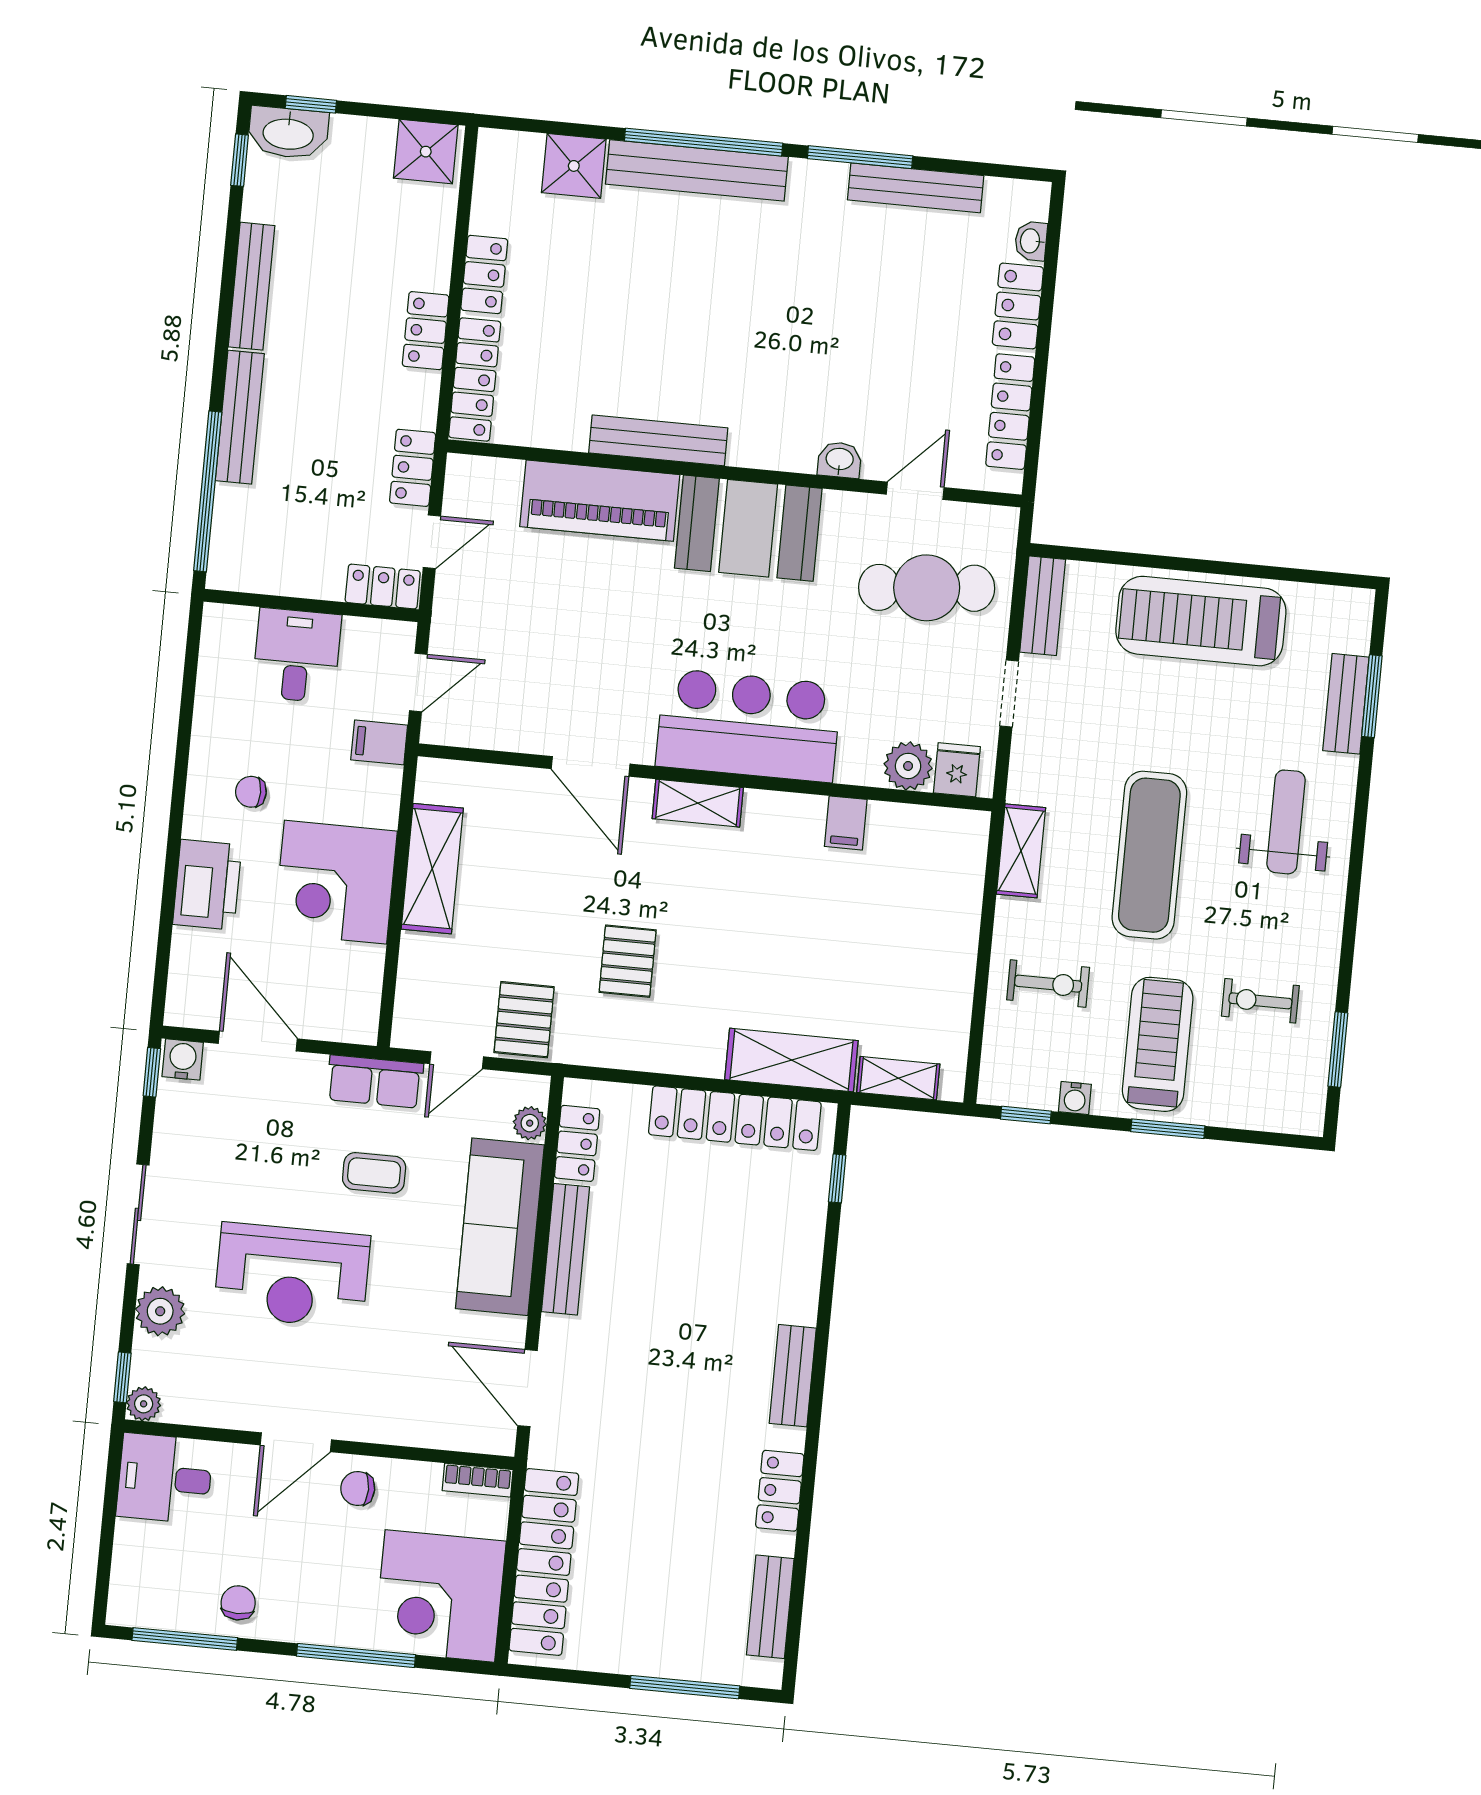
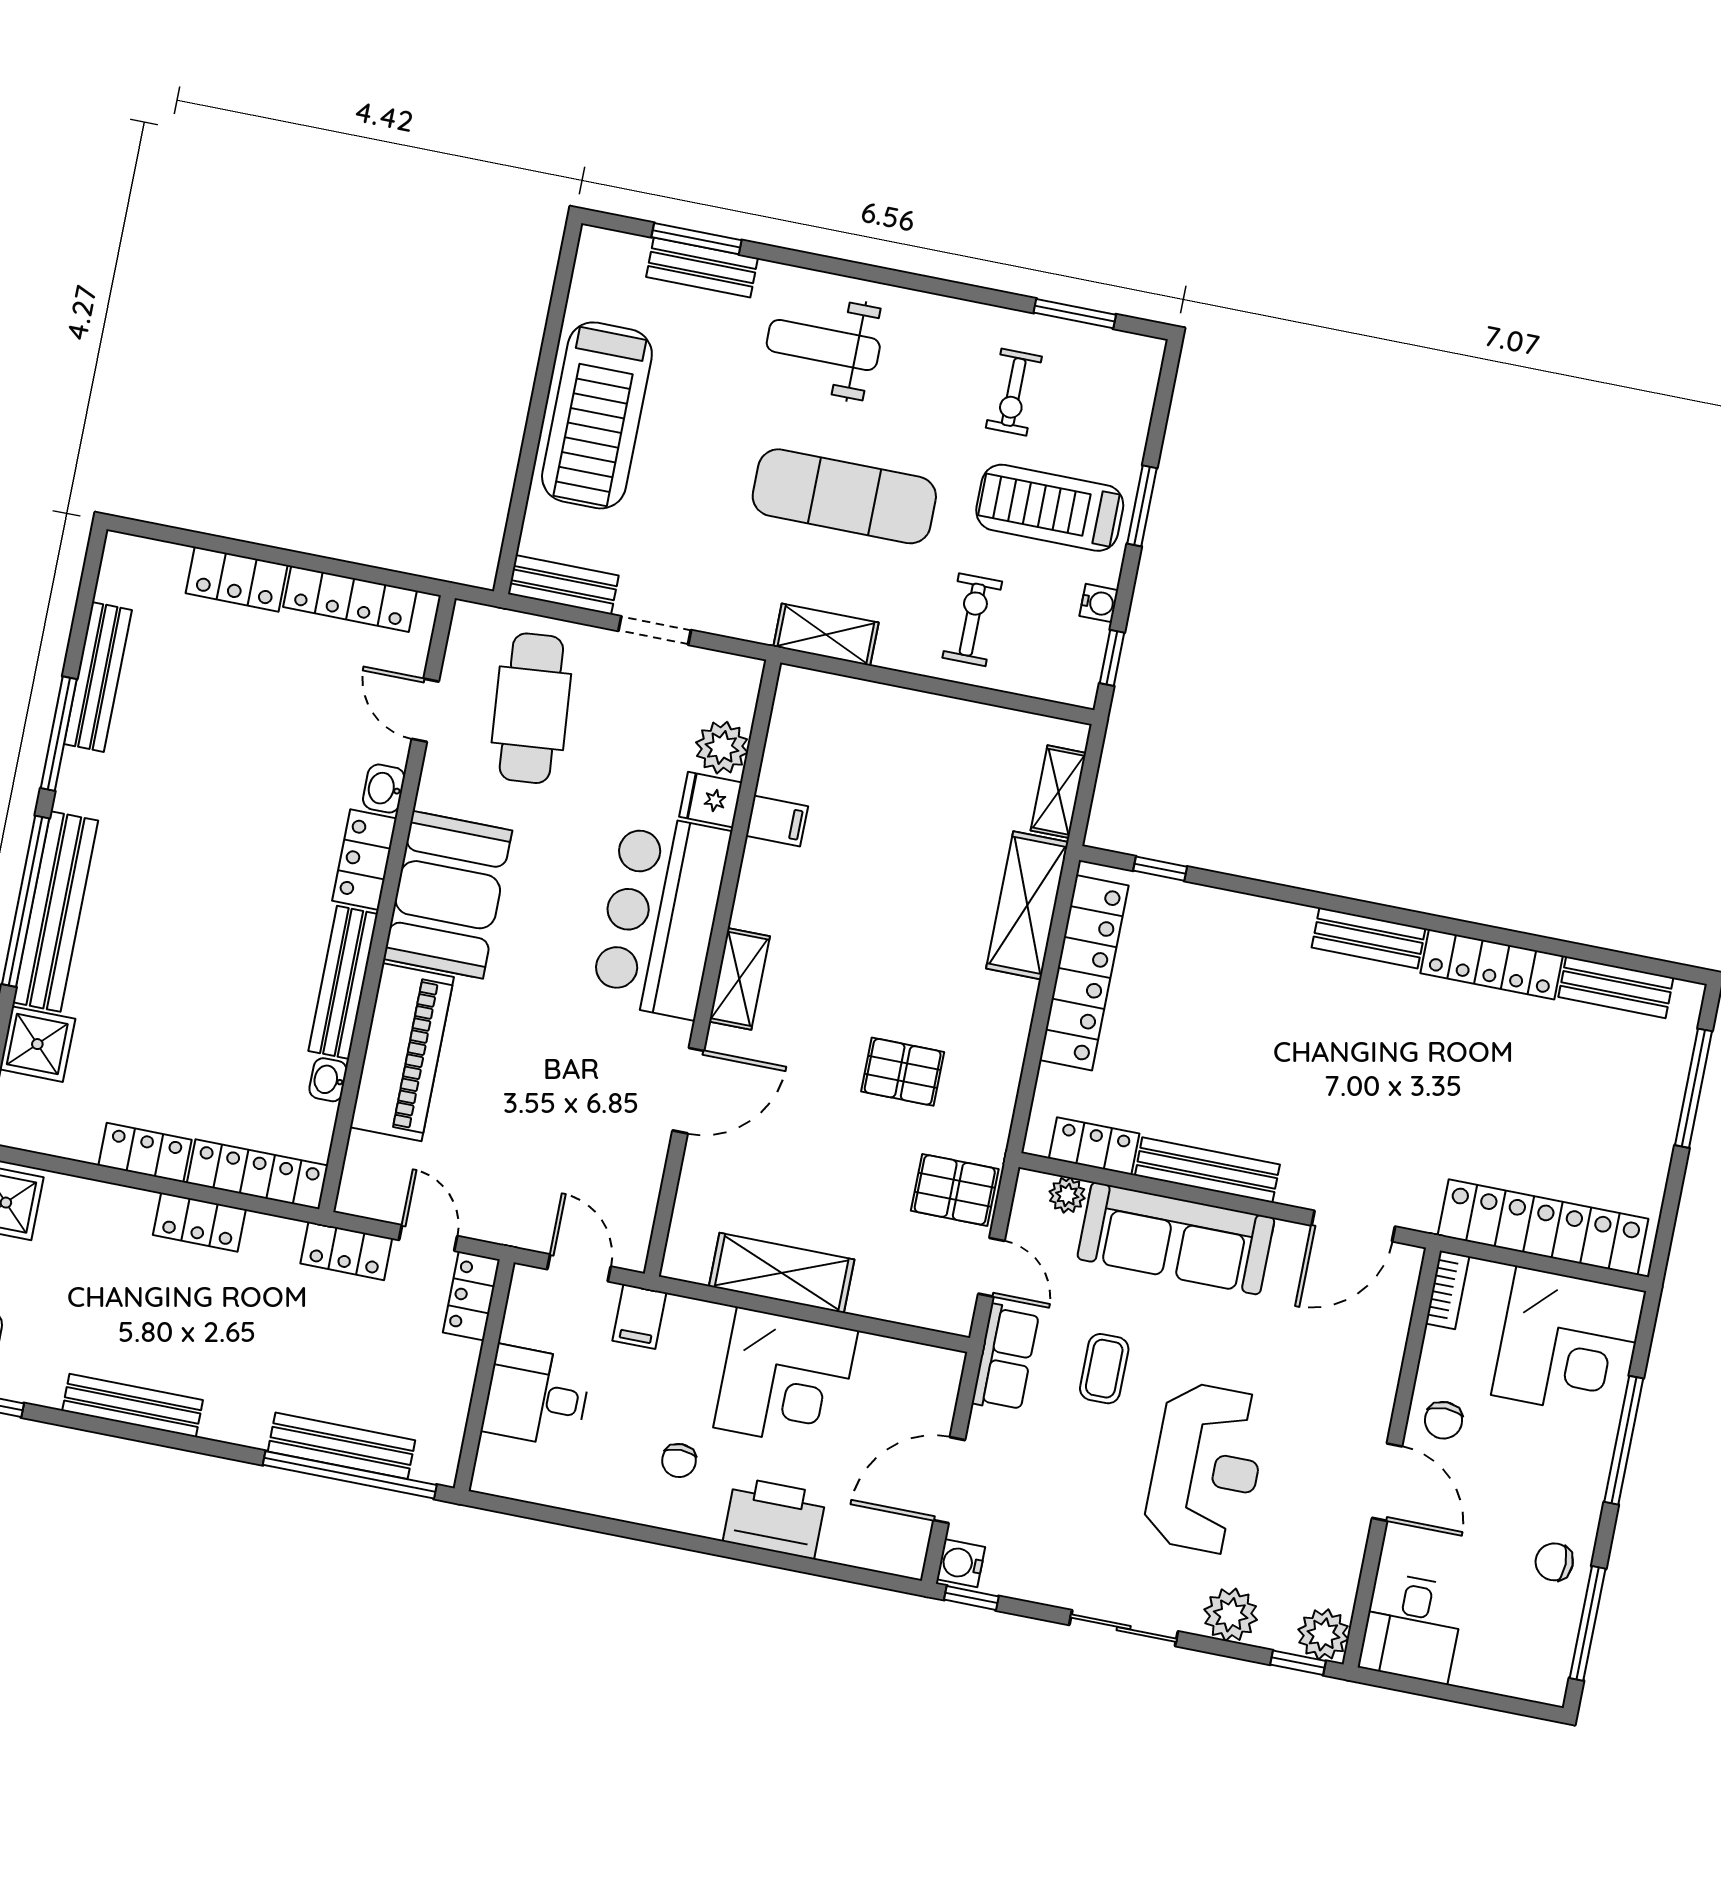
washbasin: (1031, 241) -> (328, 1080), moved, turned 90
bench: (240, 417) -> (341, 1446), moved
locker: (773, 449) -> (365, 860), added
fridge: (957, 770) -> (711, 800), moved
plant: (144, 1404) -> (1323, 1634), width x1.38, depth x1.38
locker: (780, 1491) -> (1492, 964), width x1.53

